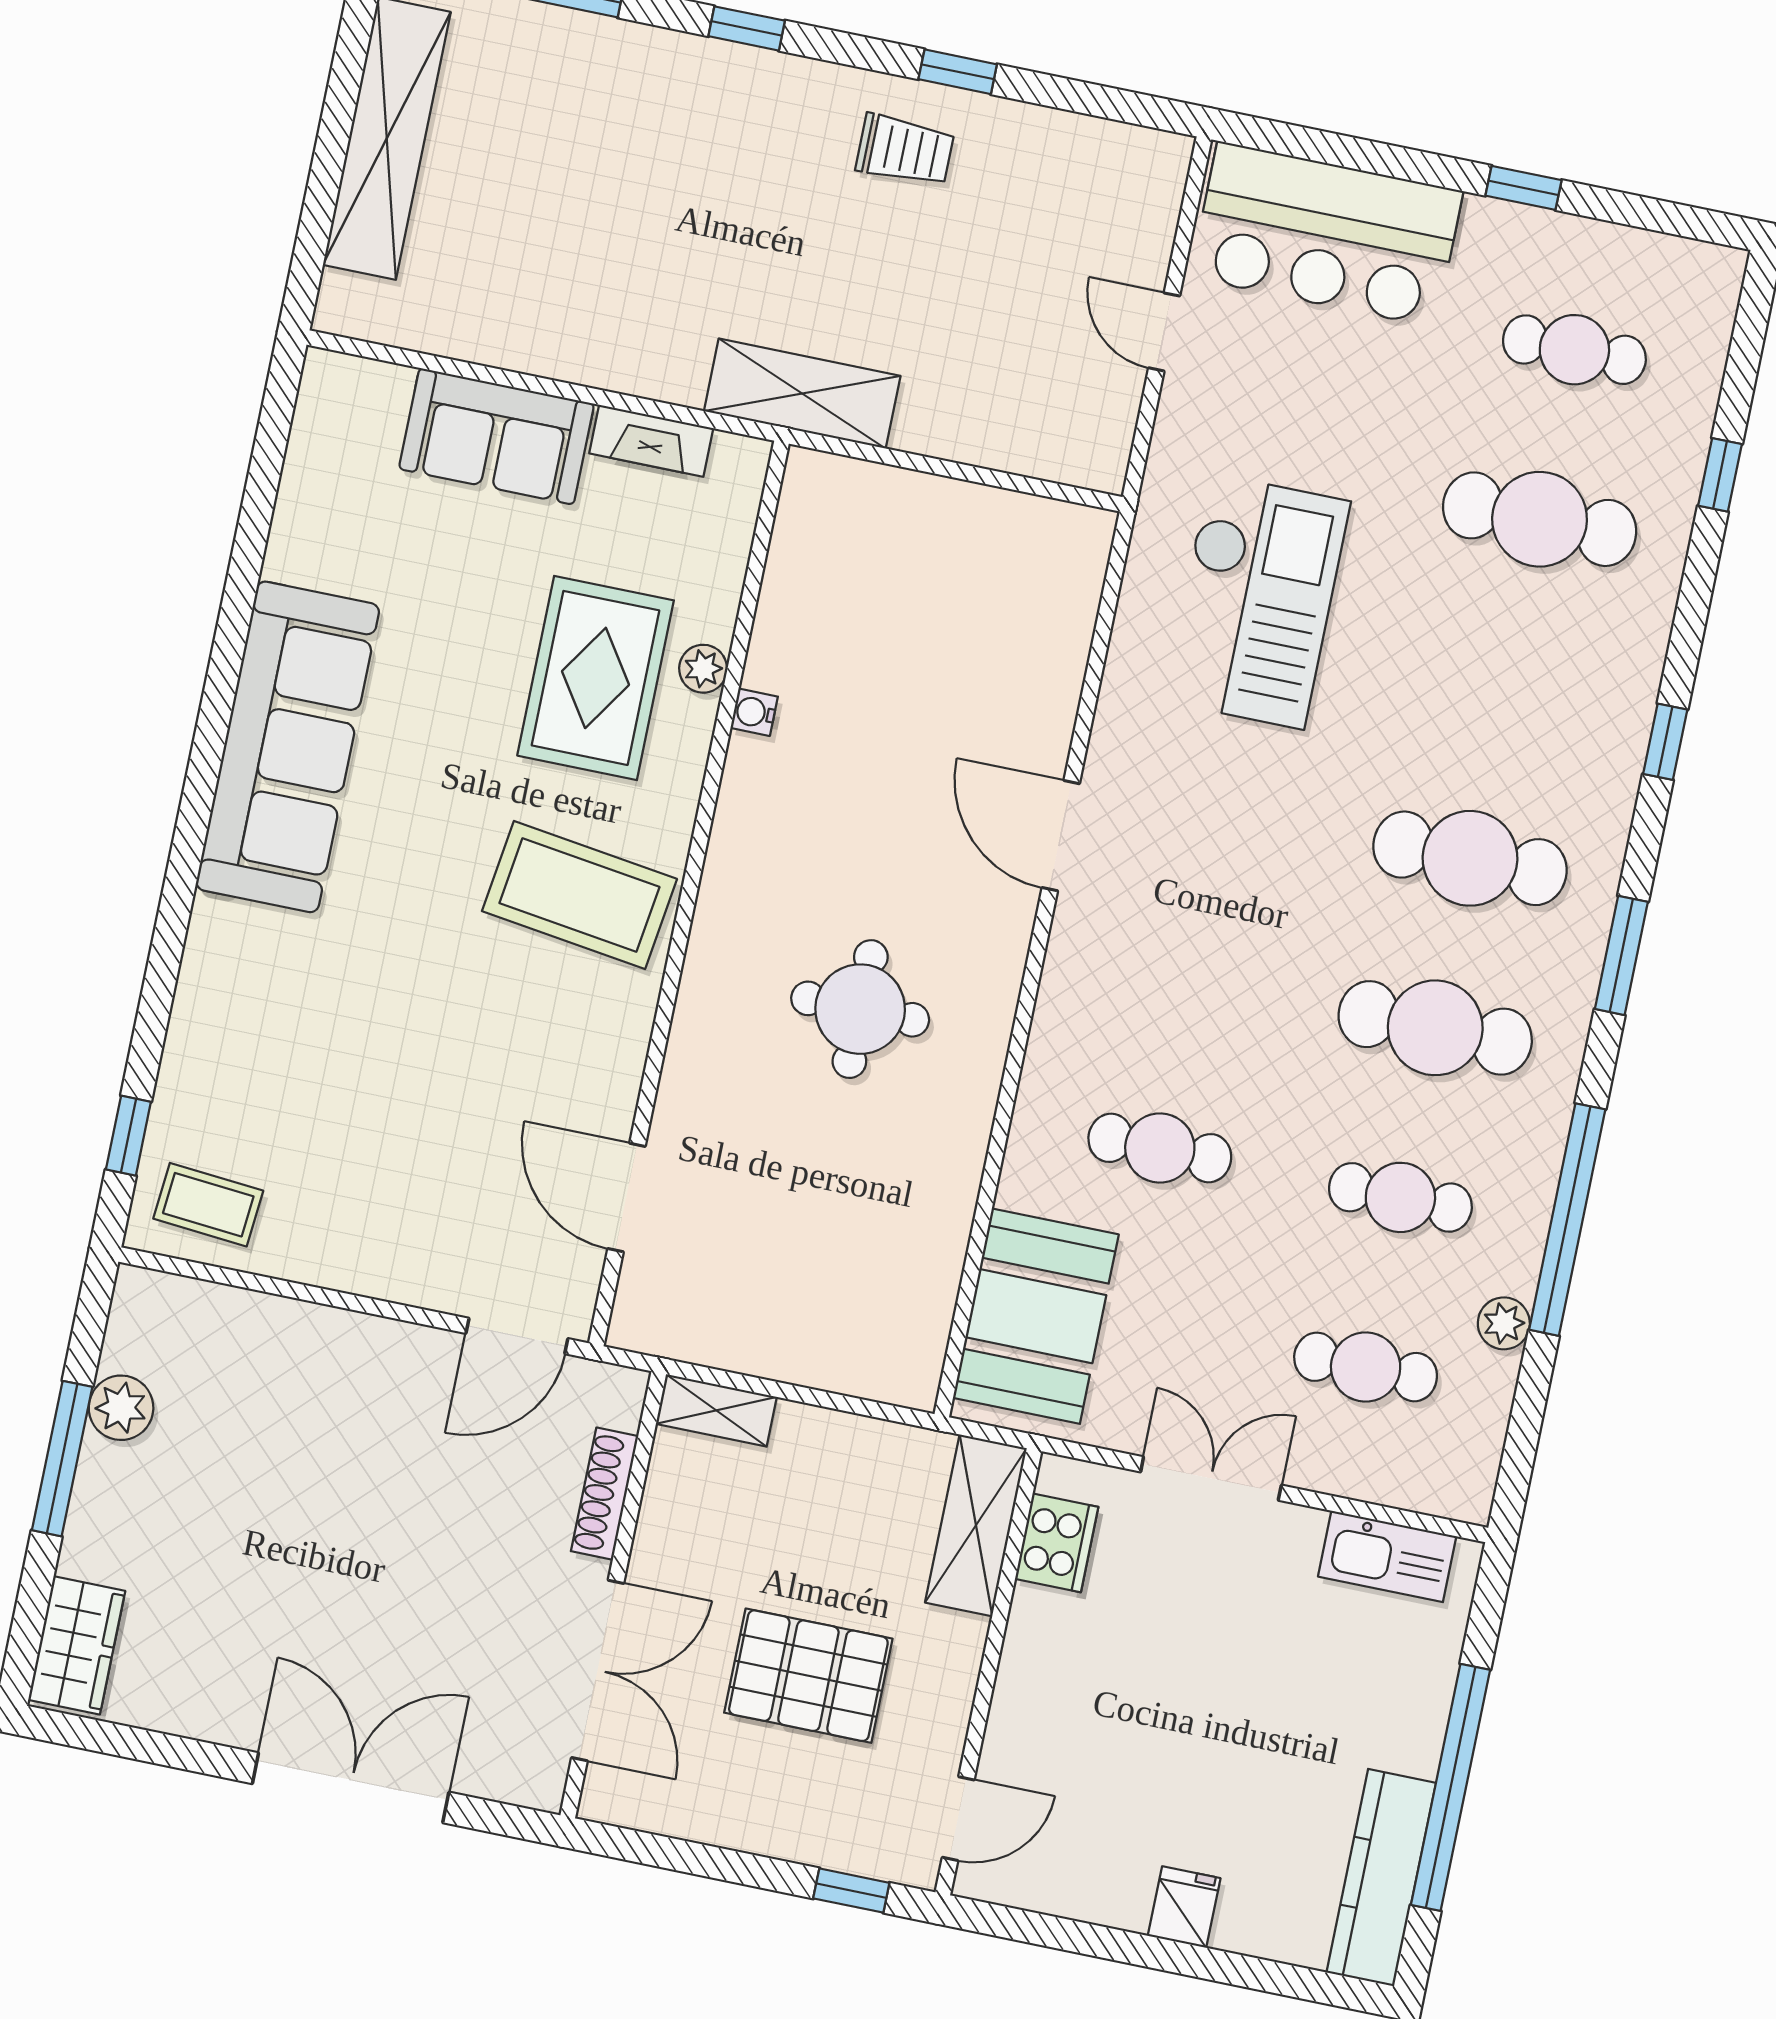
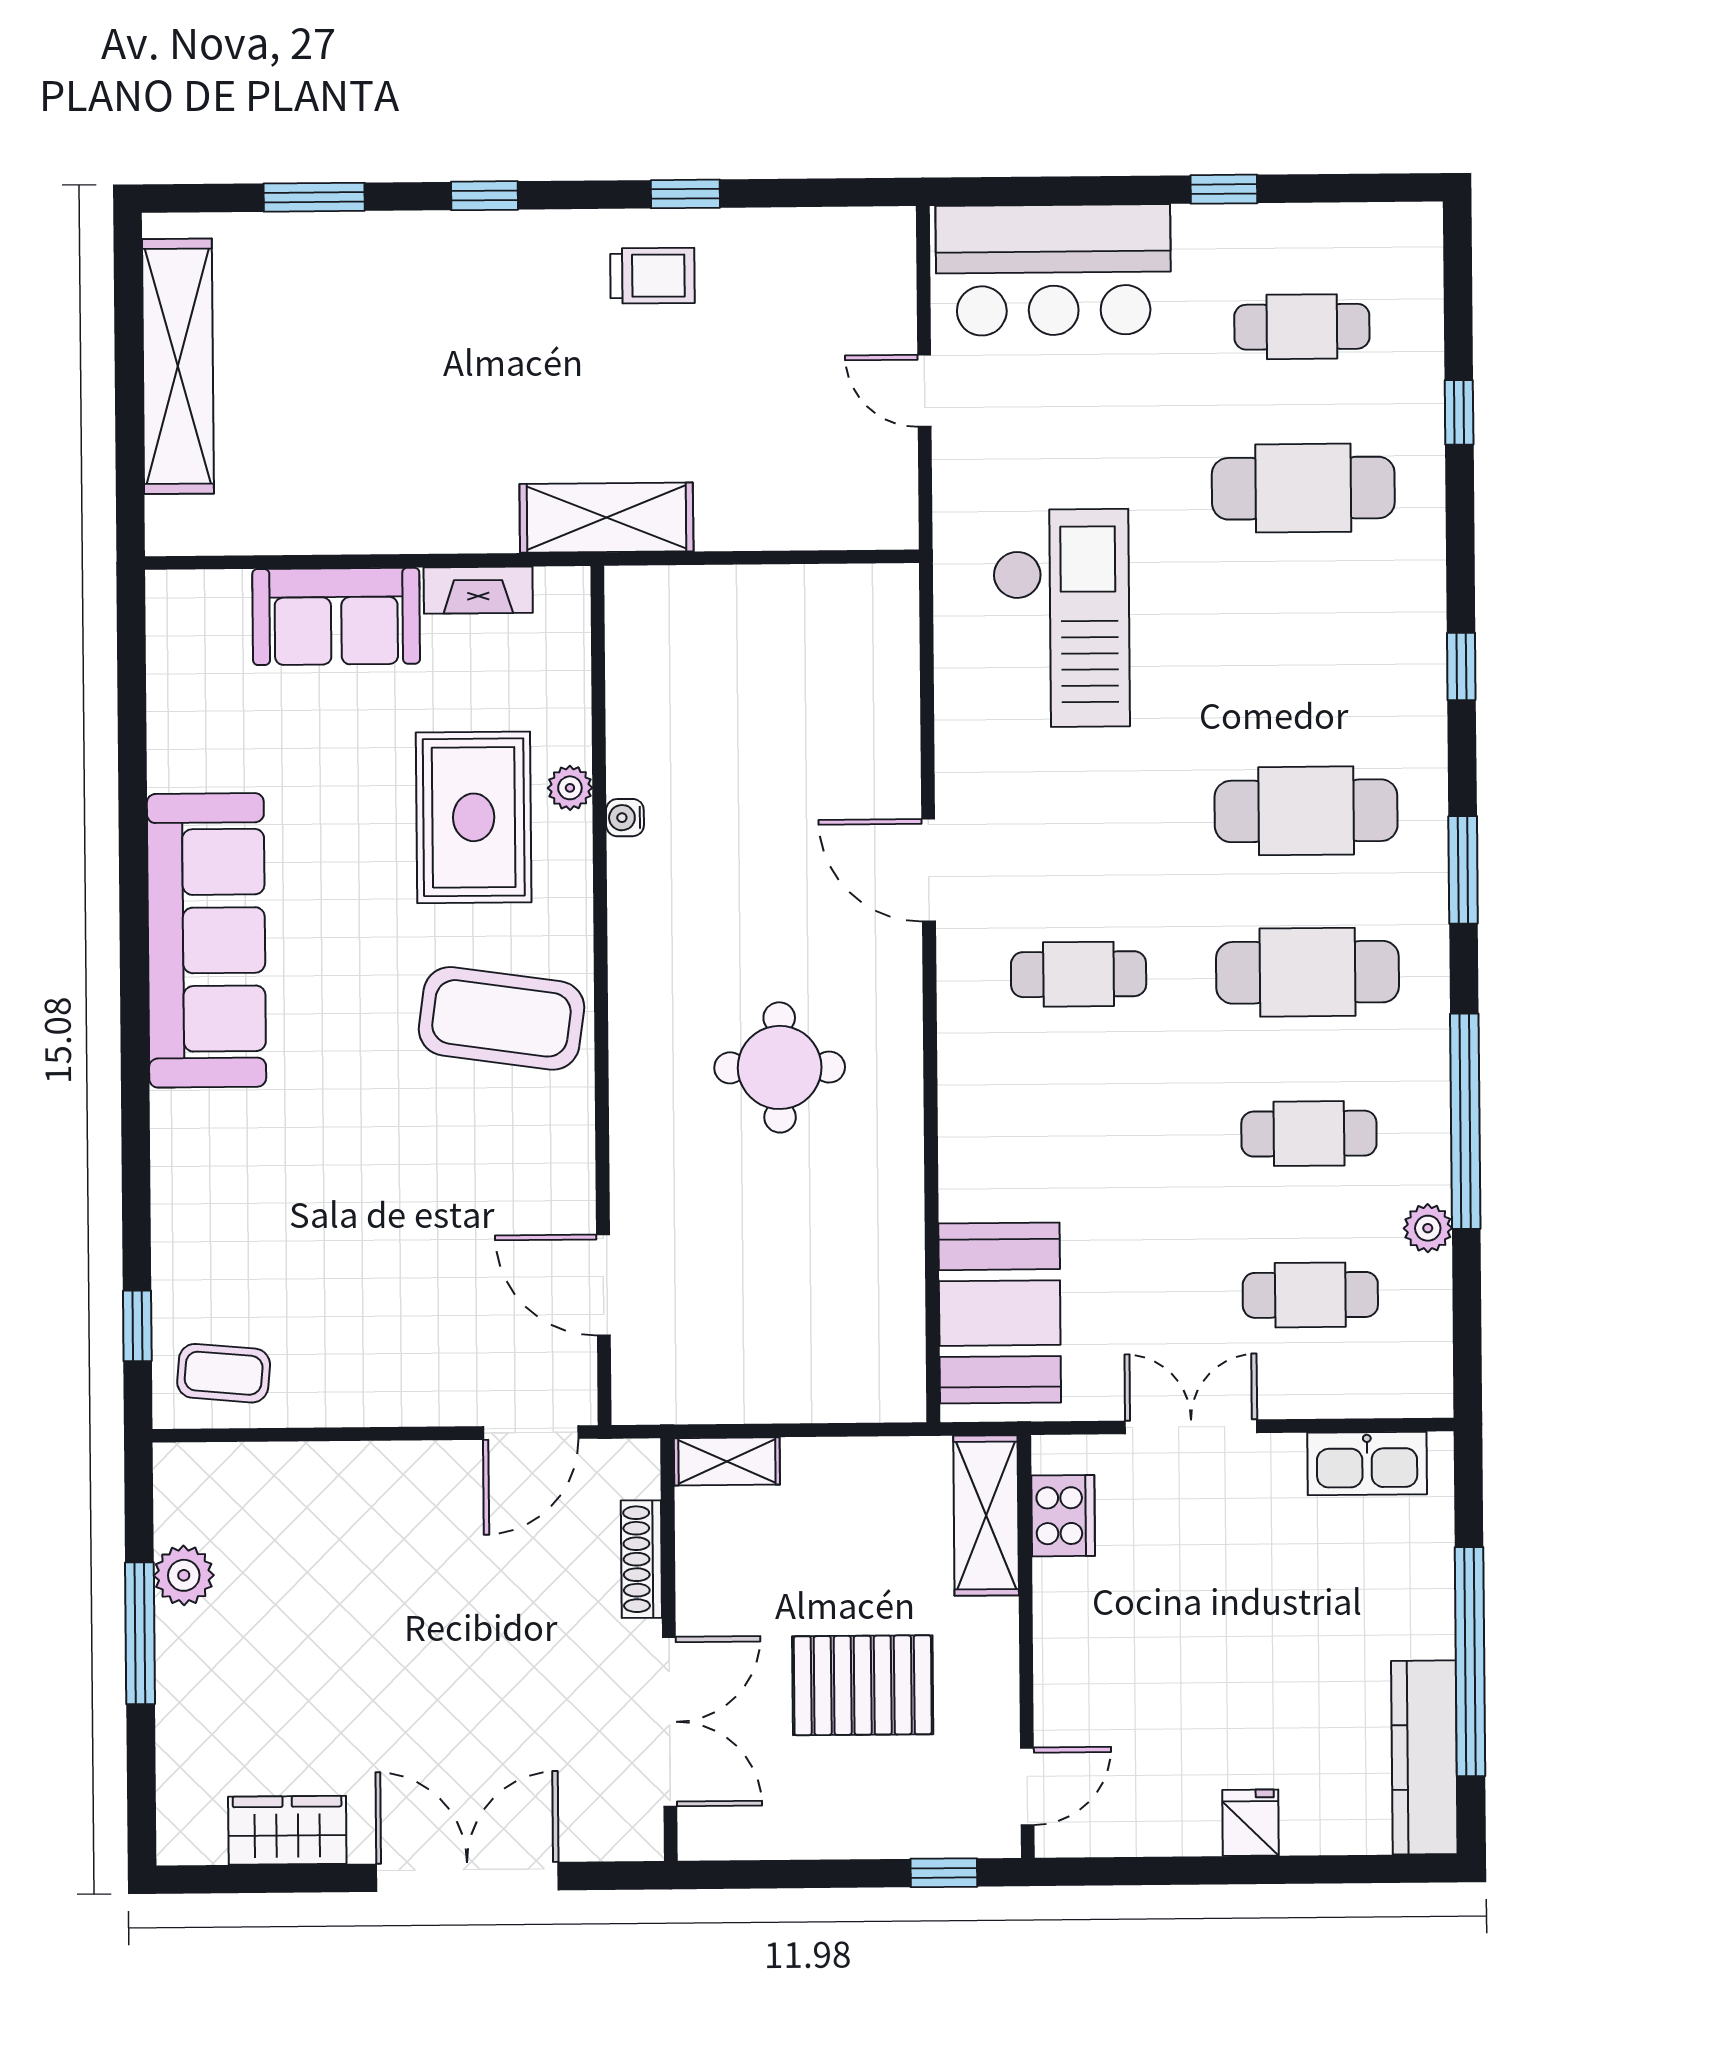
cafe table: (1160, 1148) -> (1079, 974), moved
wardrobe: (77, 1645) -> (287, 1830), moved, turned -90

